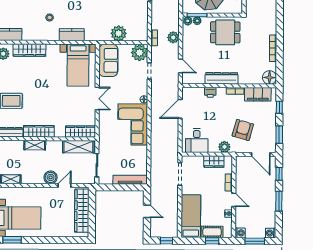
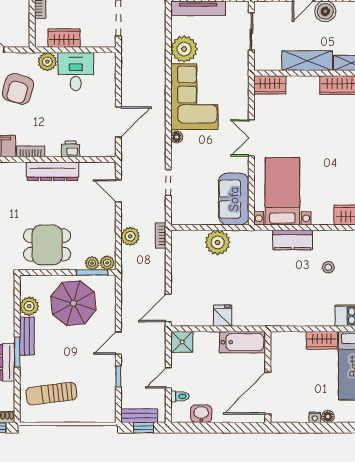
plant: (139, 53) -> (184, 49), moved
wardrobe: (81, 132) -> (270, 85), width x0.67
desk: (197, 141) -> (76, 72), moved
shelving: (78, 147) -> (307, 61), moved

